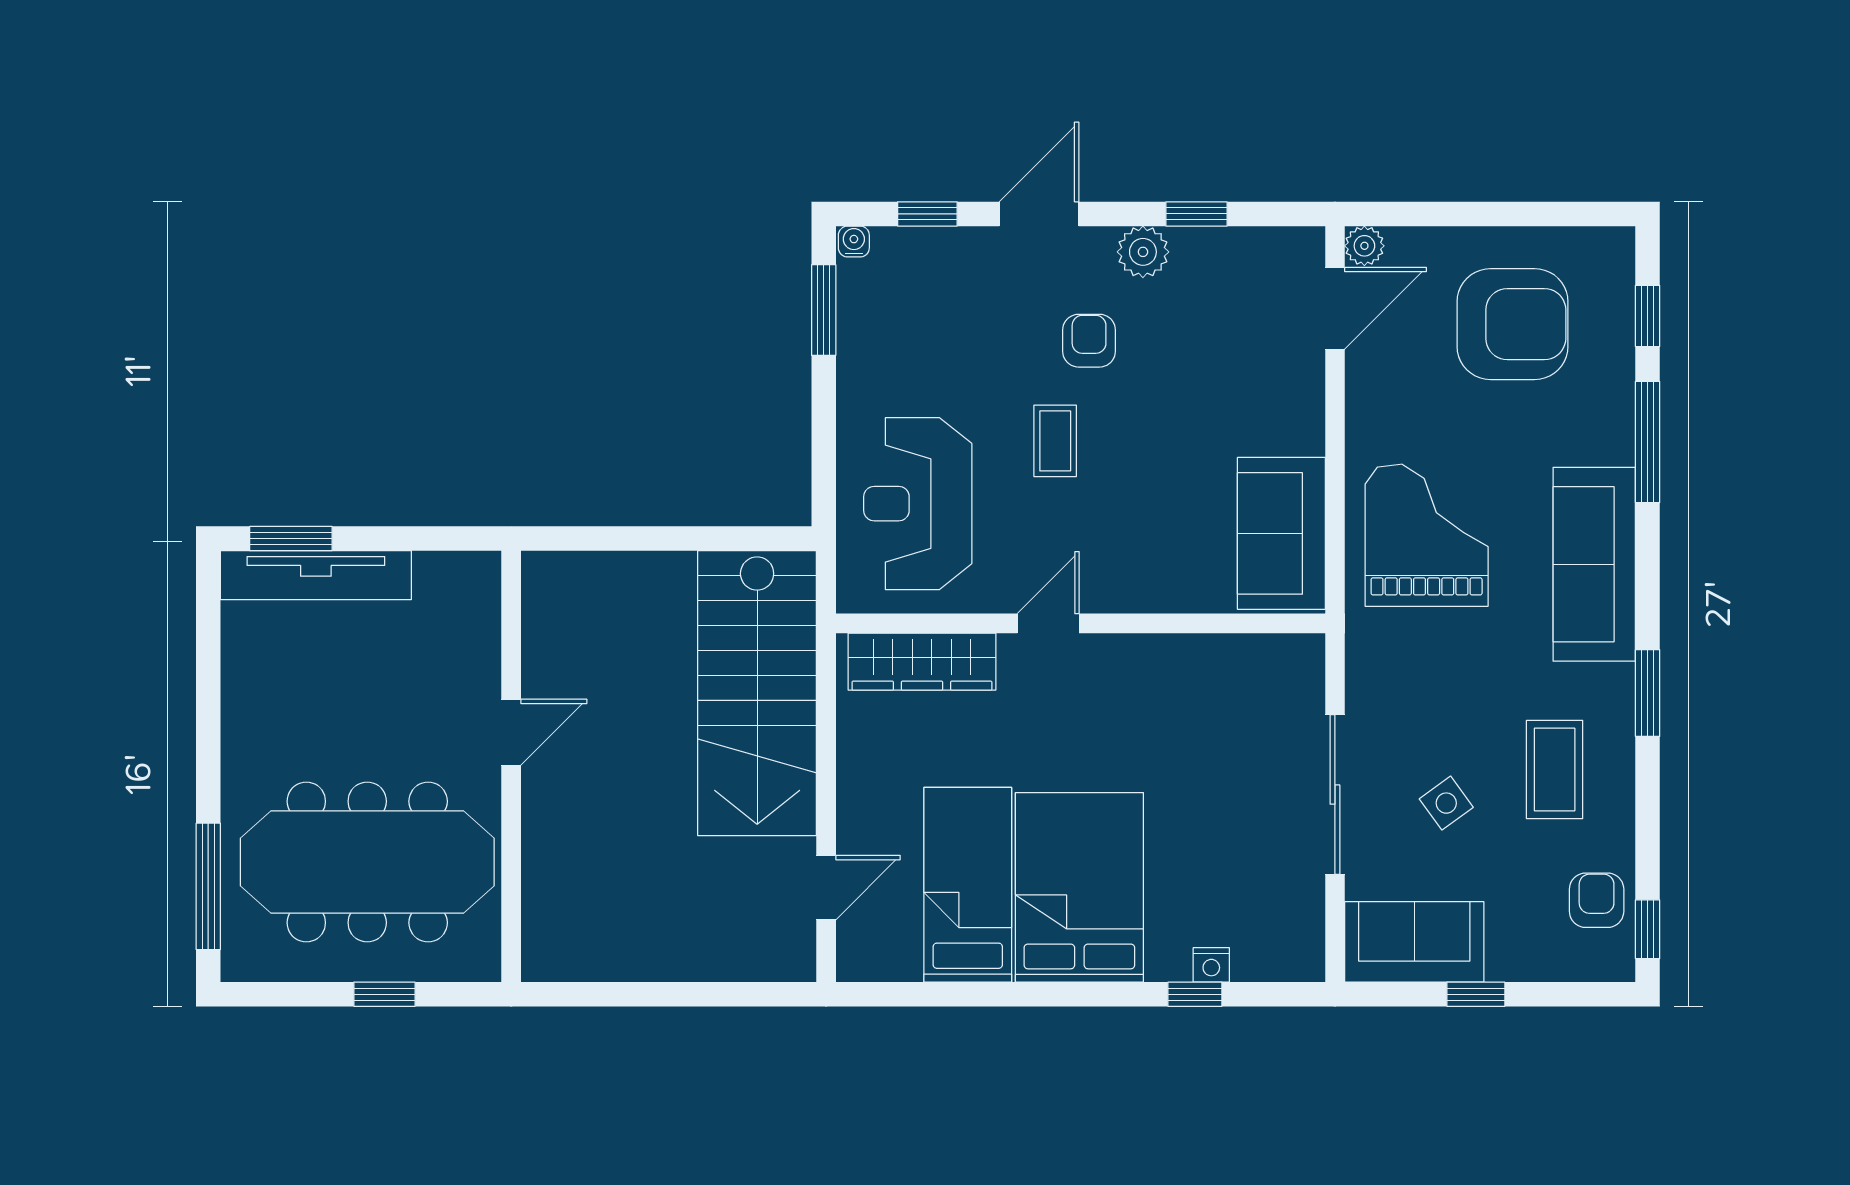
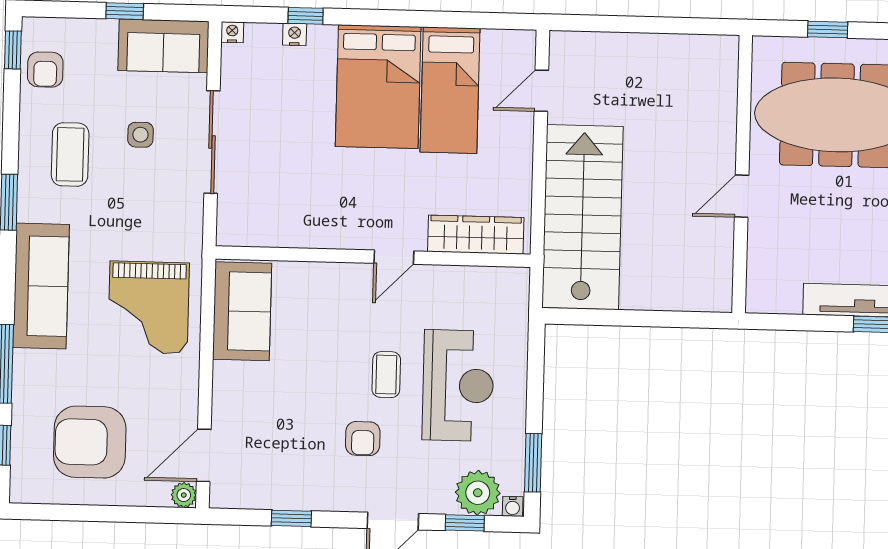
plant: (1143, 252) -> (478, 493), moved, width x1.36, depth x1.36
reception desk: (918, 504) -> (458, 386), moved
side table: (1446, 803) -> (140, 135), turned 36
nightstand: (1308, 966) -> (232, 32), added

